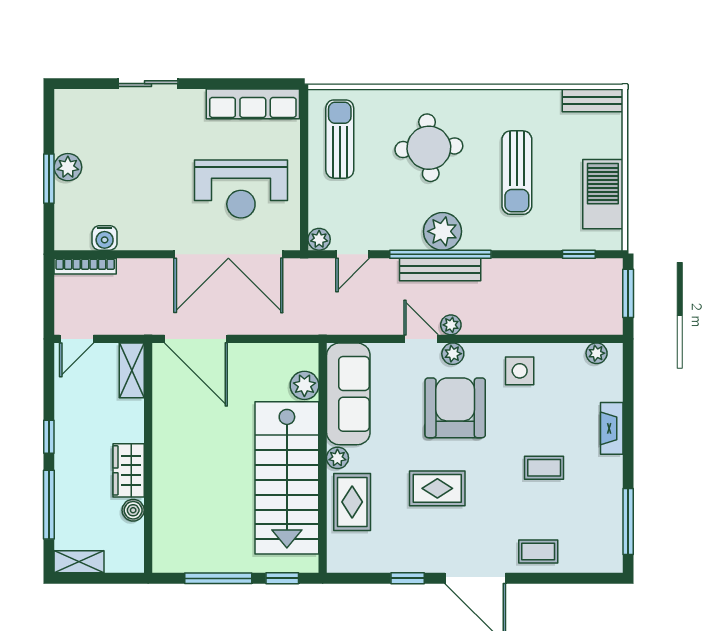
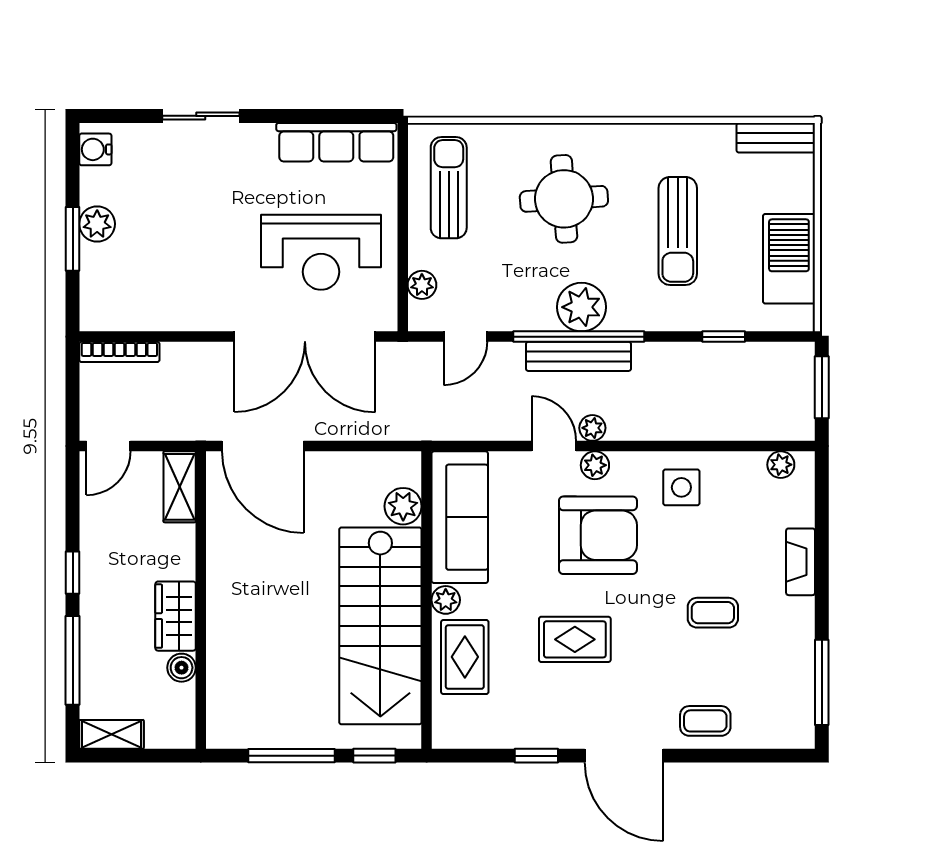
water cooler: (105, 238) -> (95, 149), moved, turned 90
plant: (319, 239) -> (422, 285), moved
window: (579, 254) -> (724, 337), moved
armchair: (455, 408) -> (598, 535), turned 90

